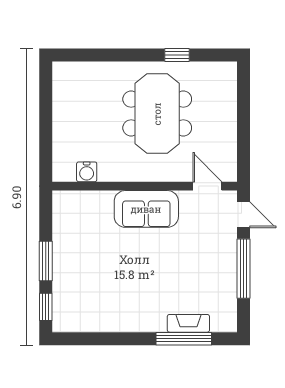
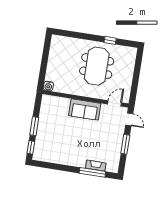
water cooler: (87, 172) -> (48, 86), moved
door: (207, 186) -> (115, 103), hinge flipped
window: (243, 269) -> (125, 144), width x0.69

